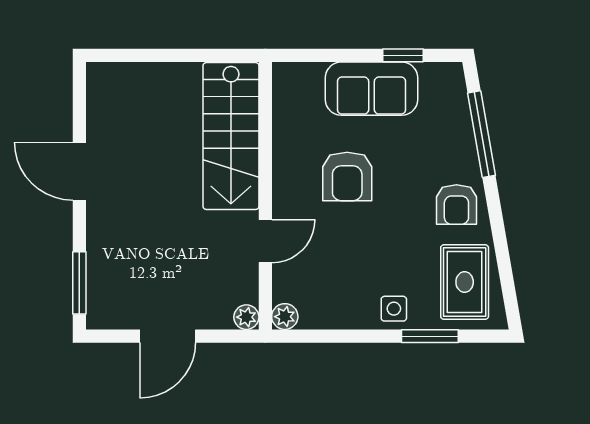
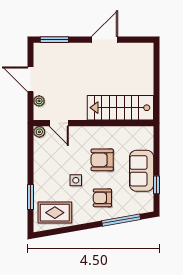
armchair: (456, 205) -> (102, 198), moved
door: (265, 241) -> (59, 123), moved
side table: (394, 309) -> (76, 180), moved
plant: (246, 317) -> (39, 101), moved

